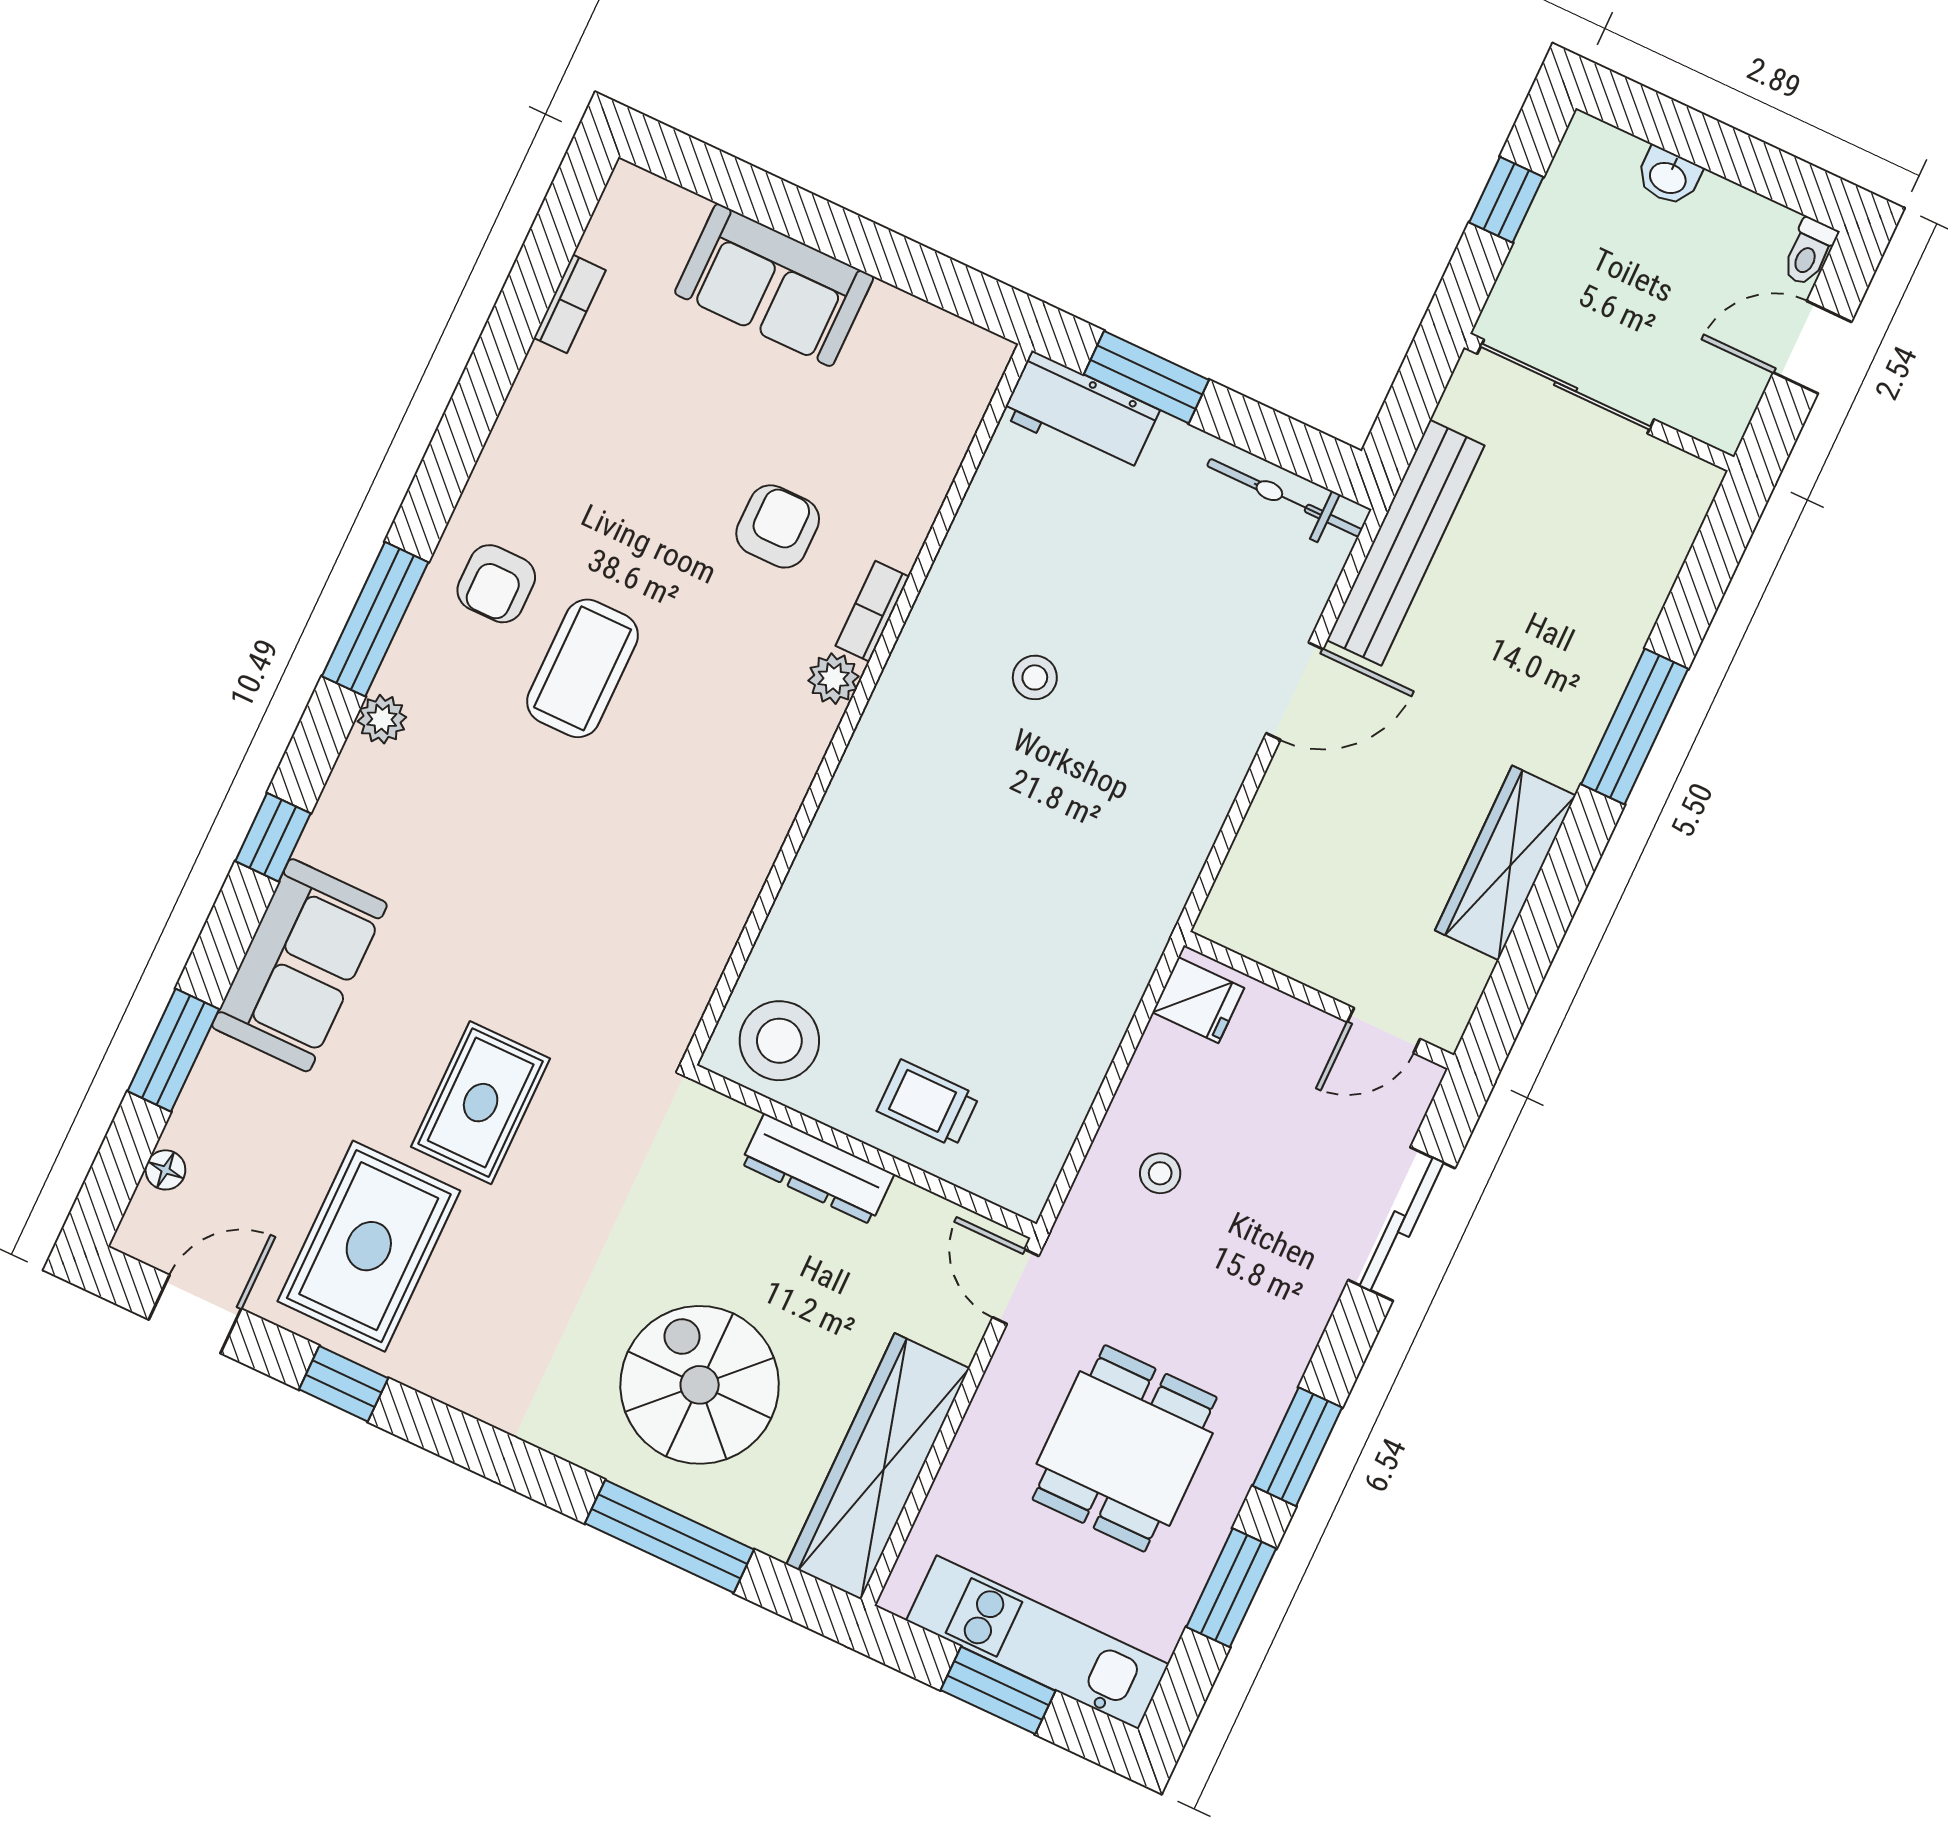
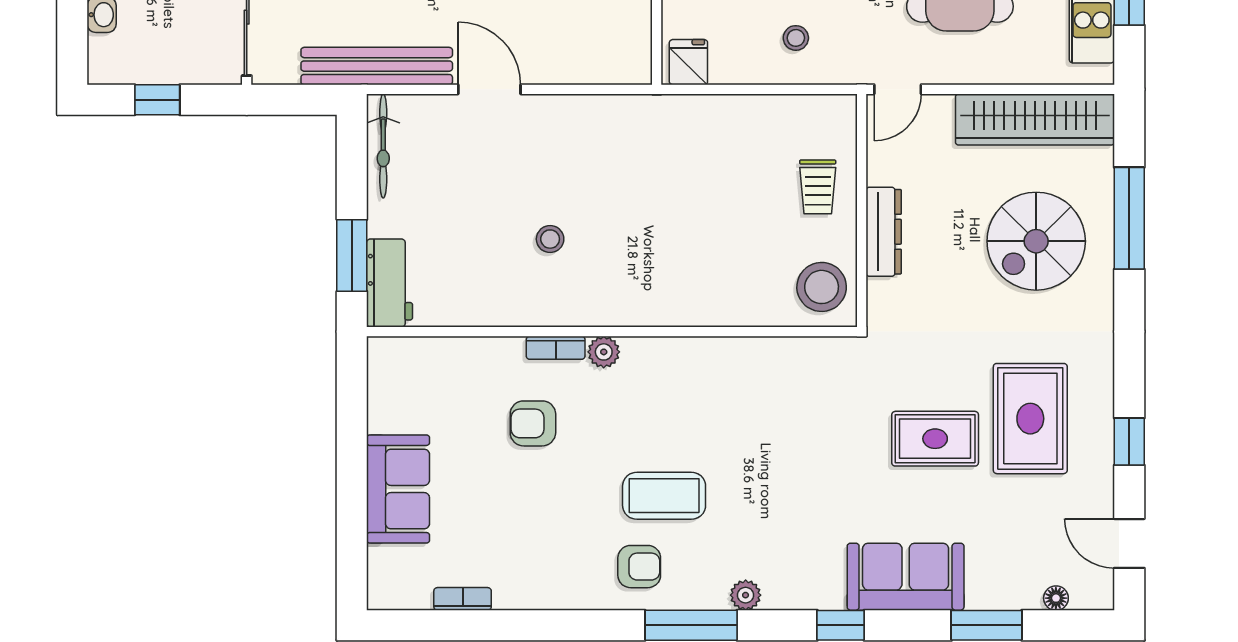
rug: (369, 1246) -> (1030, 419), moved, turned 90

